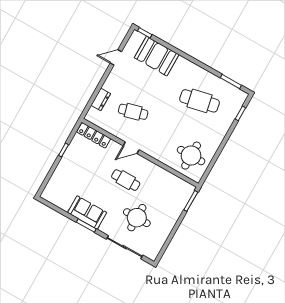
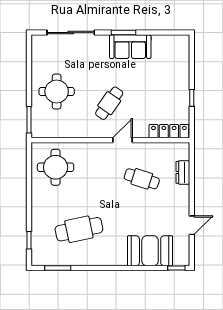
cafe table: (133, 112) -> (142, 179), turned 33
cafe table: (126, 180) -> (109, 103), turned -55
round table: (137, 218) -> (57, 91), moved

